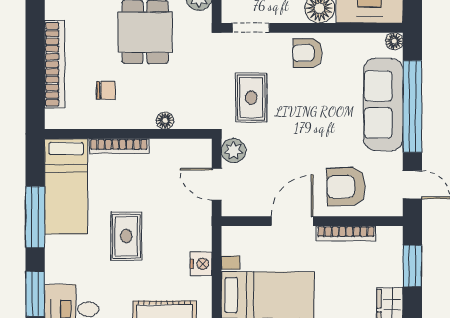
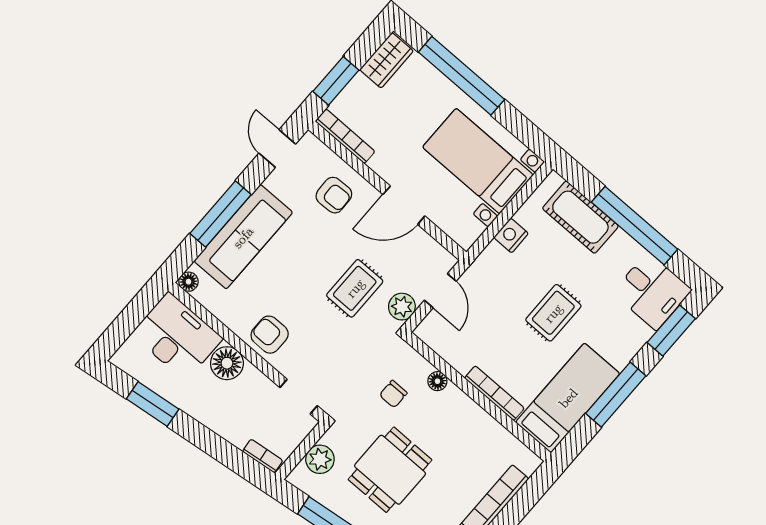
armchair: (307, 53) -> (270, 335), turned 180
chair: (106, 90) -> (393, 394), moved, turned -90
rug: (251, 98) -> (355, 288), moved
window: (412, 106) -> (221, 214), width x0.68
armchair: (346, 187) -> (334, 195), width x0.72, depth x0.72
bookcase: (346, 233) -> (345, 136), moved

